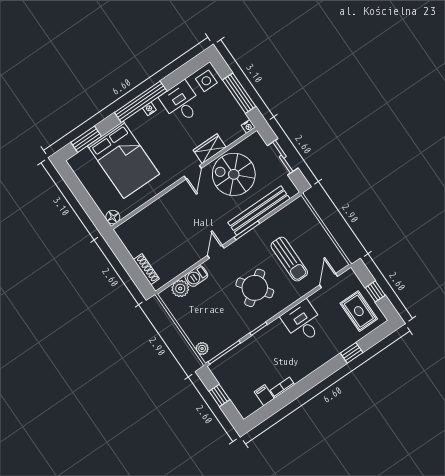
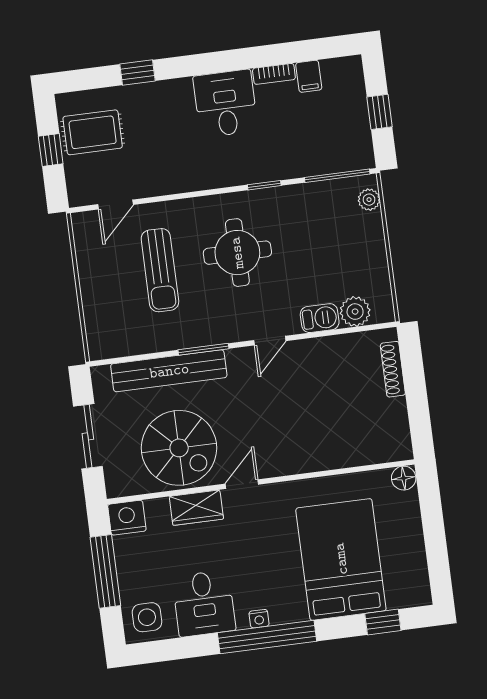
nightstand: (248, 126) -> (127, 518), width x1.89, depth x1.79
window: (86, 139) -> (383, 622), width x0.67
sun lounger: (289, 259) -> (160, 270), turned 180
round table: (255, 288) -> (237, 253), turned 36
rug: (359, 311) -> (93, 132), turned 90
desk: (303, 322) -> (225, 103), moved, turned 180

